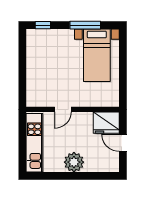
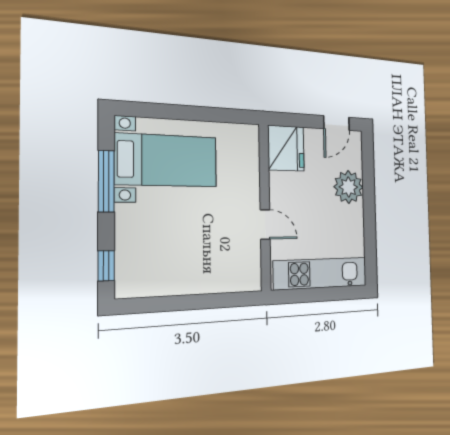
door: (123, 143) -> (336, 123), moved
plant: (74, 162) -> (348, 187), moved

